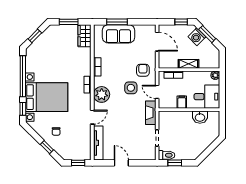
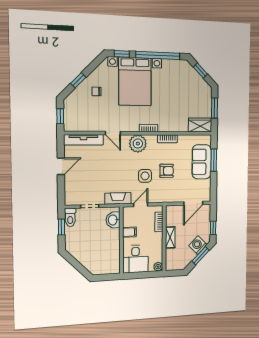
armchair: (143, 70) -> (167, 171), moved
washbasin: (200, 117) -> (113, 220), moved

